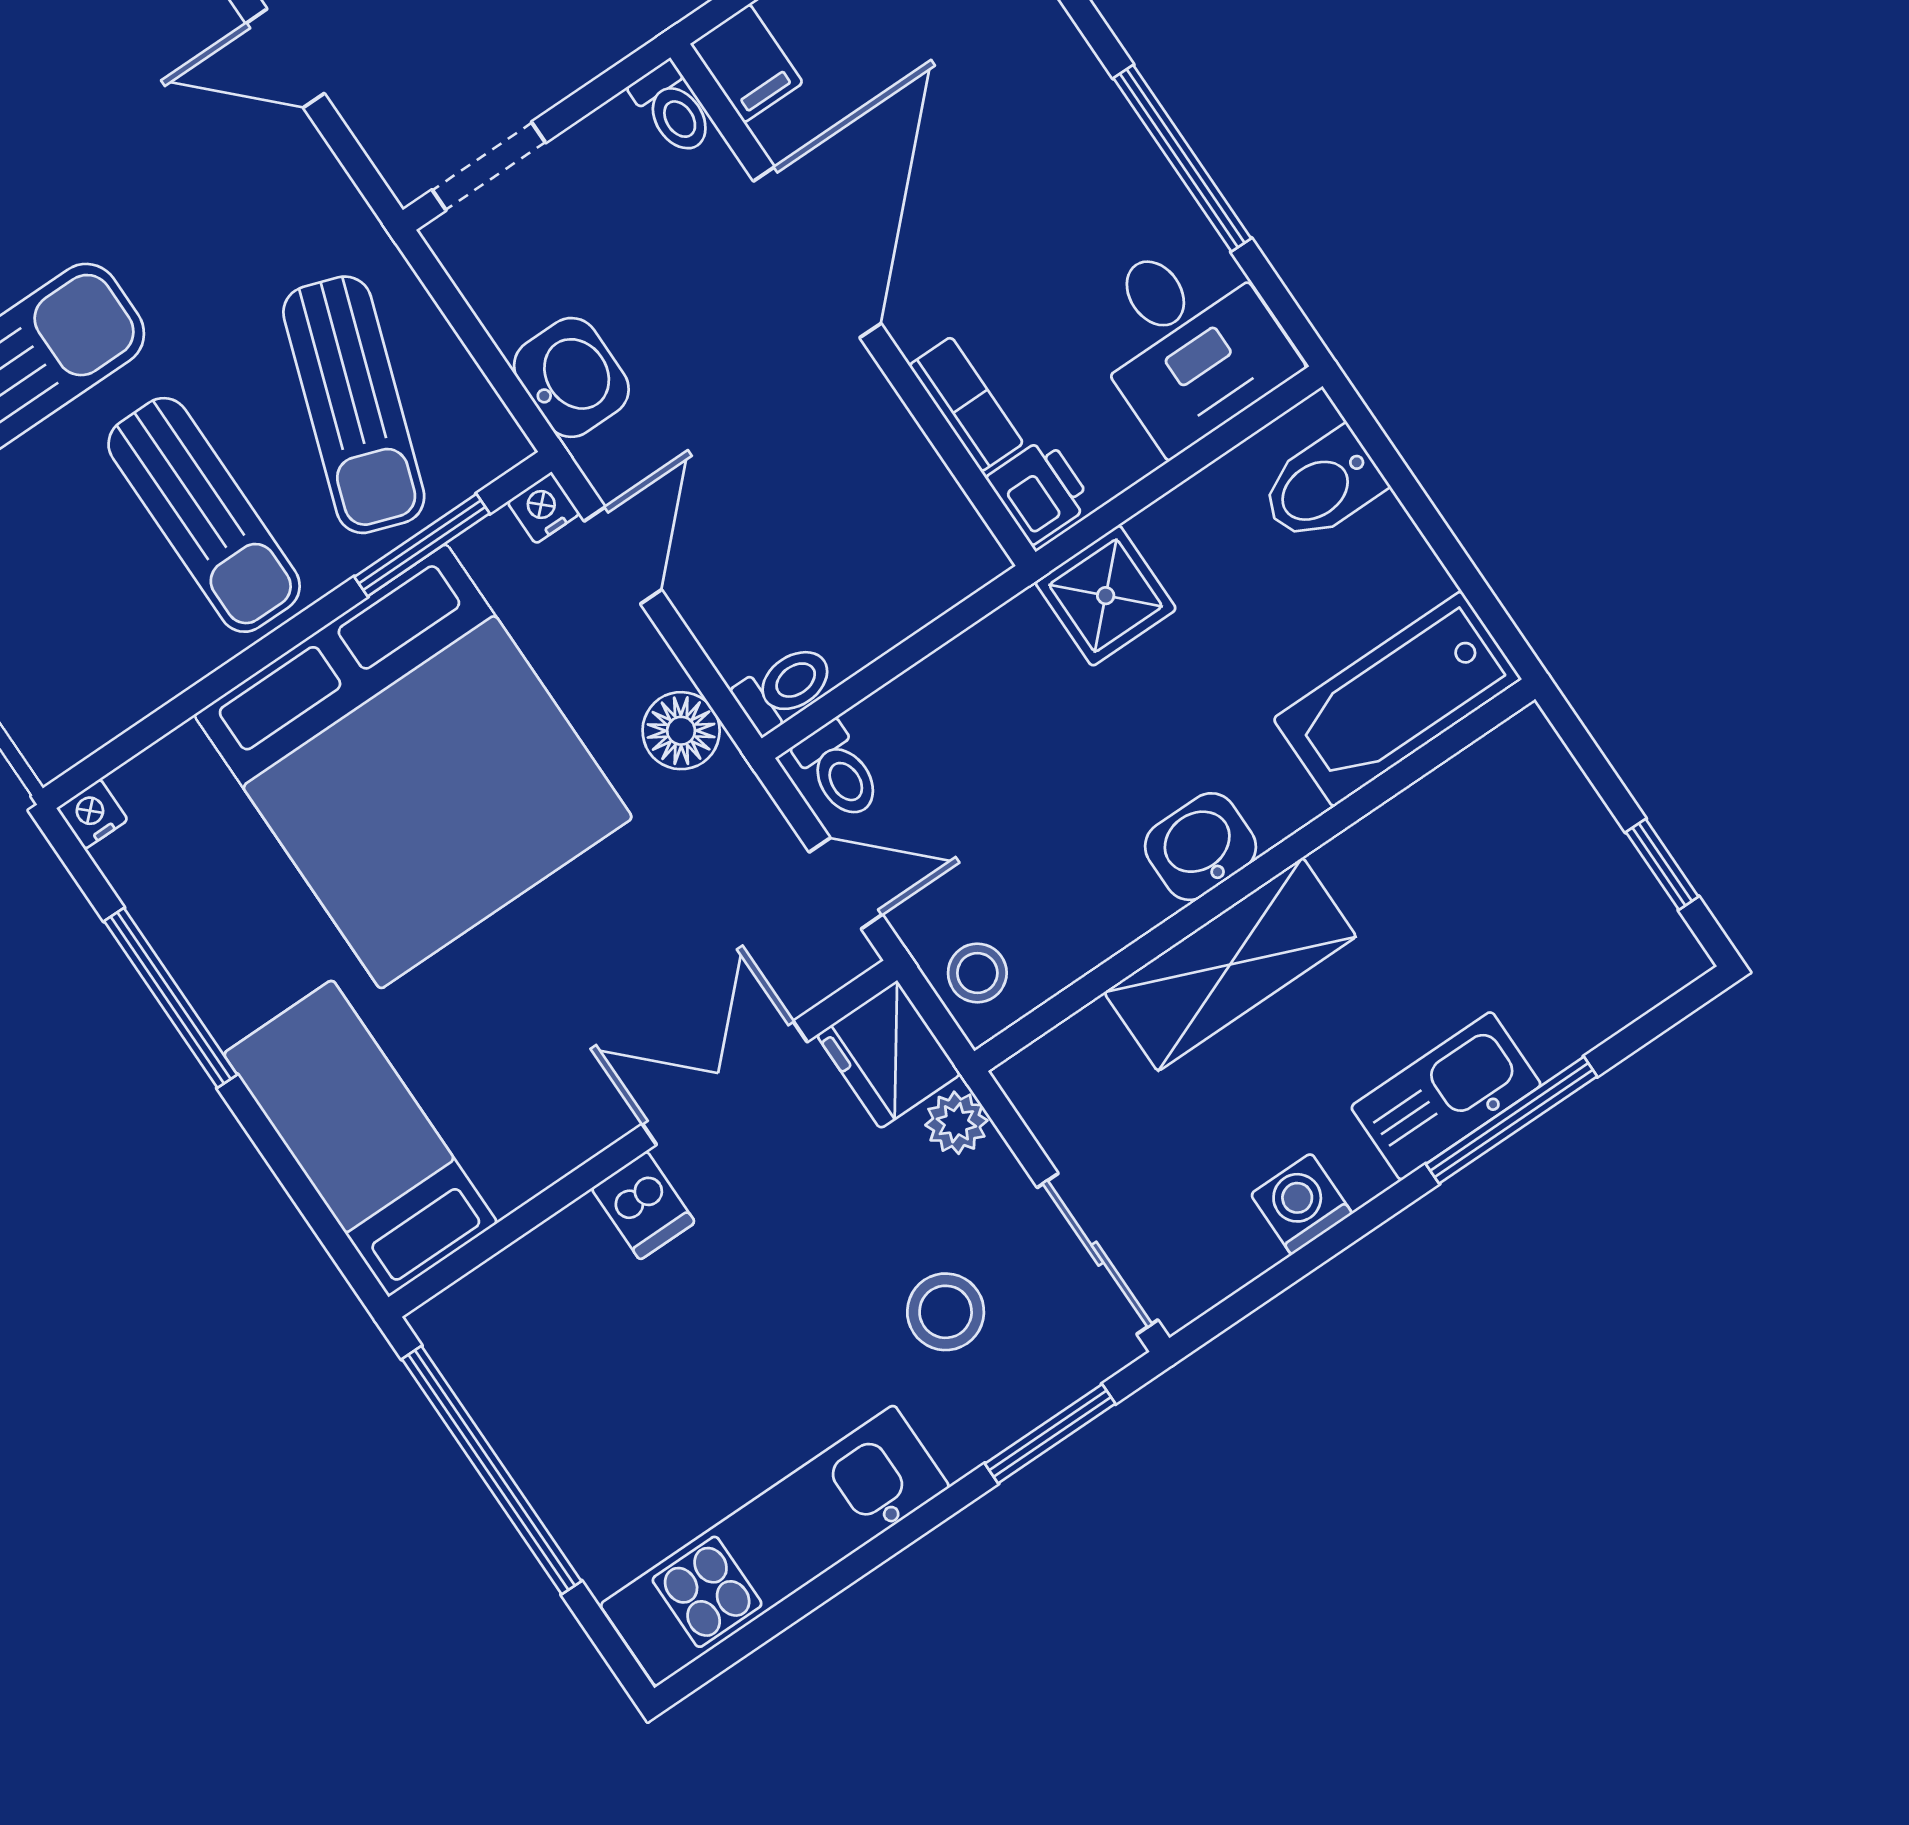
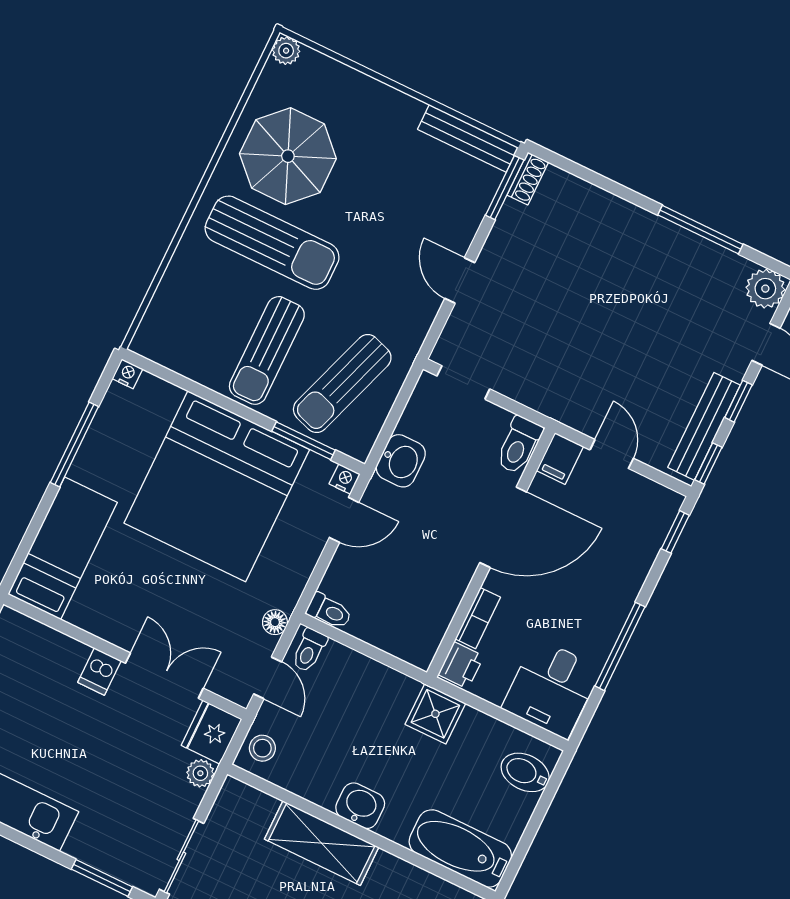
toilet: (673, 109) -> (519, 445), width x1.37, depth x1.39
floor lamp: (681, 731) -> (275, 622), moved, width x0.73, depth x0.73
stool: (946, 1312) -> (126, 811), removed

